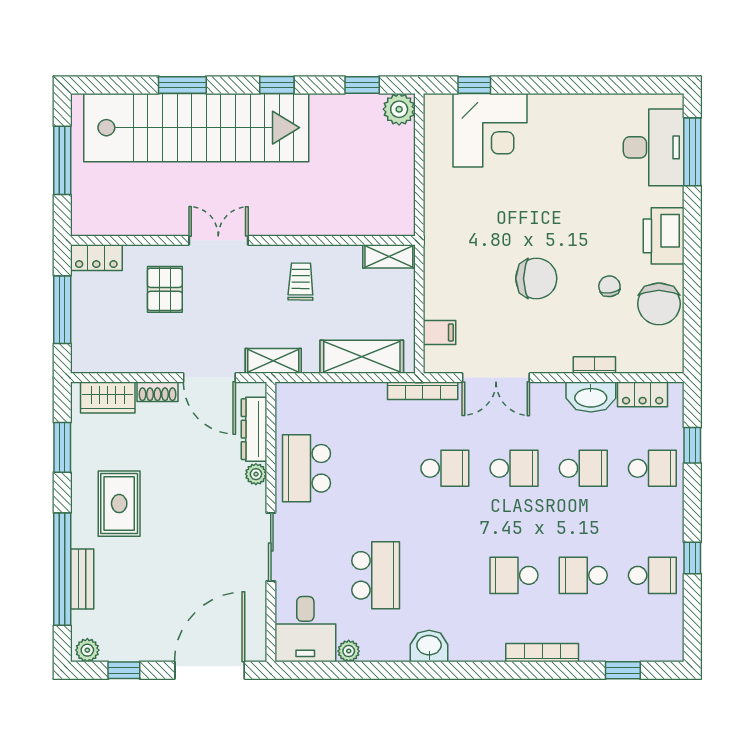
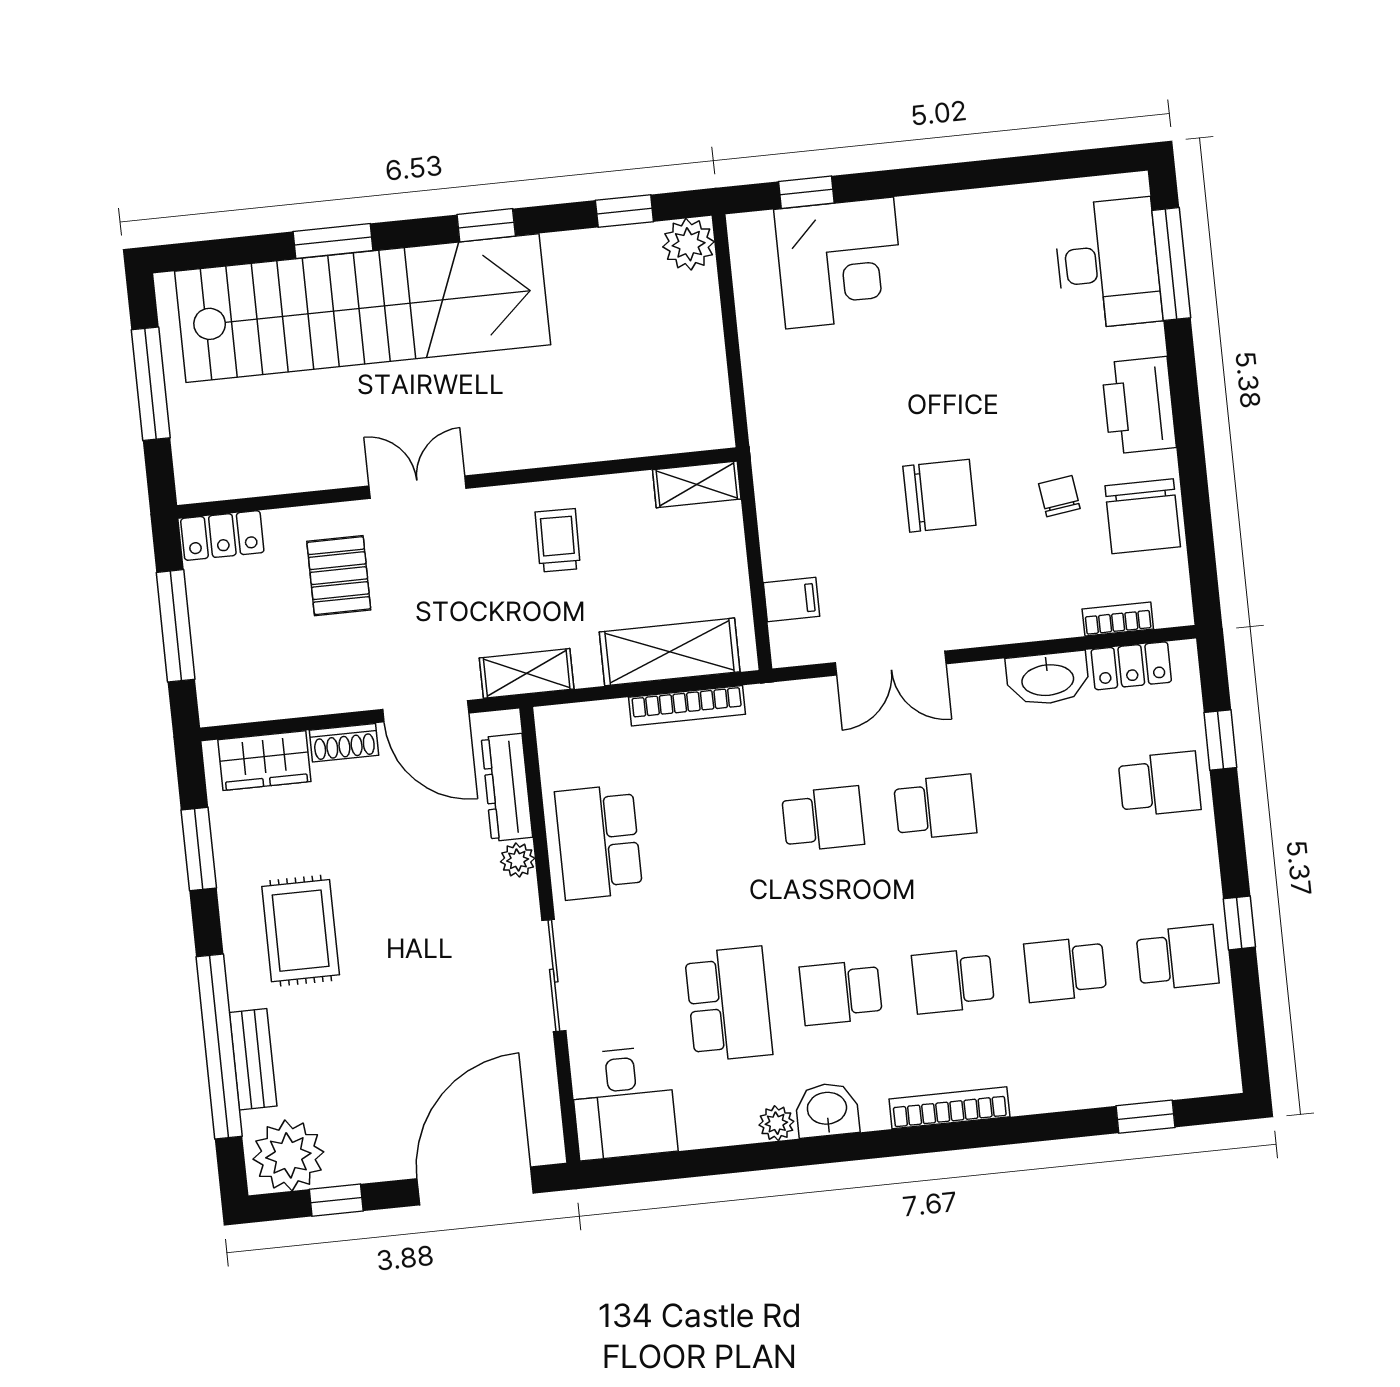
bookcase: (594, 365) -> (1118, 619), moved
bookcase: (423, 391) -> (687, 706), moved
school desk: (583, 468) -> (841, 992), moved, turned 180
plant: (87, 650) -> (288, 1155), width x1.87, depth x1.87
plant: (349, 651) -> (776, 1123), moved
bookcase: (542, 653) -> (949, 1108), moved

